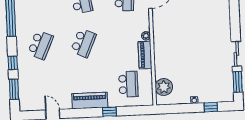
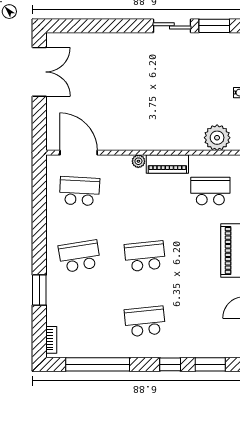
school desk: (83, 43) -> (145, 256), turned -30
school desk: (40, 45) -> (145, 321), turned -30

